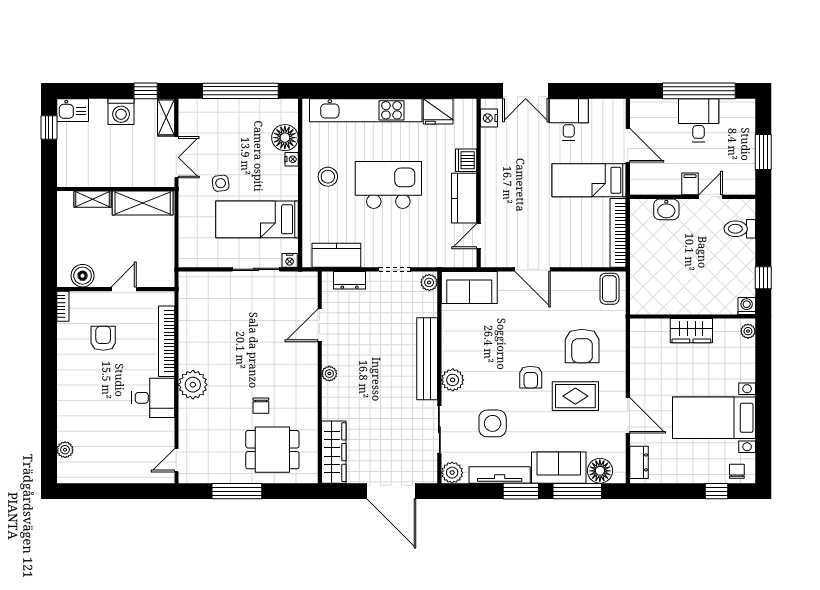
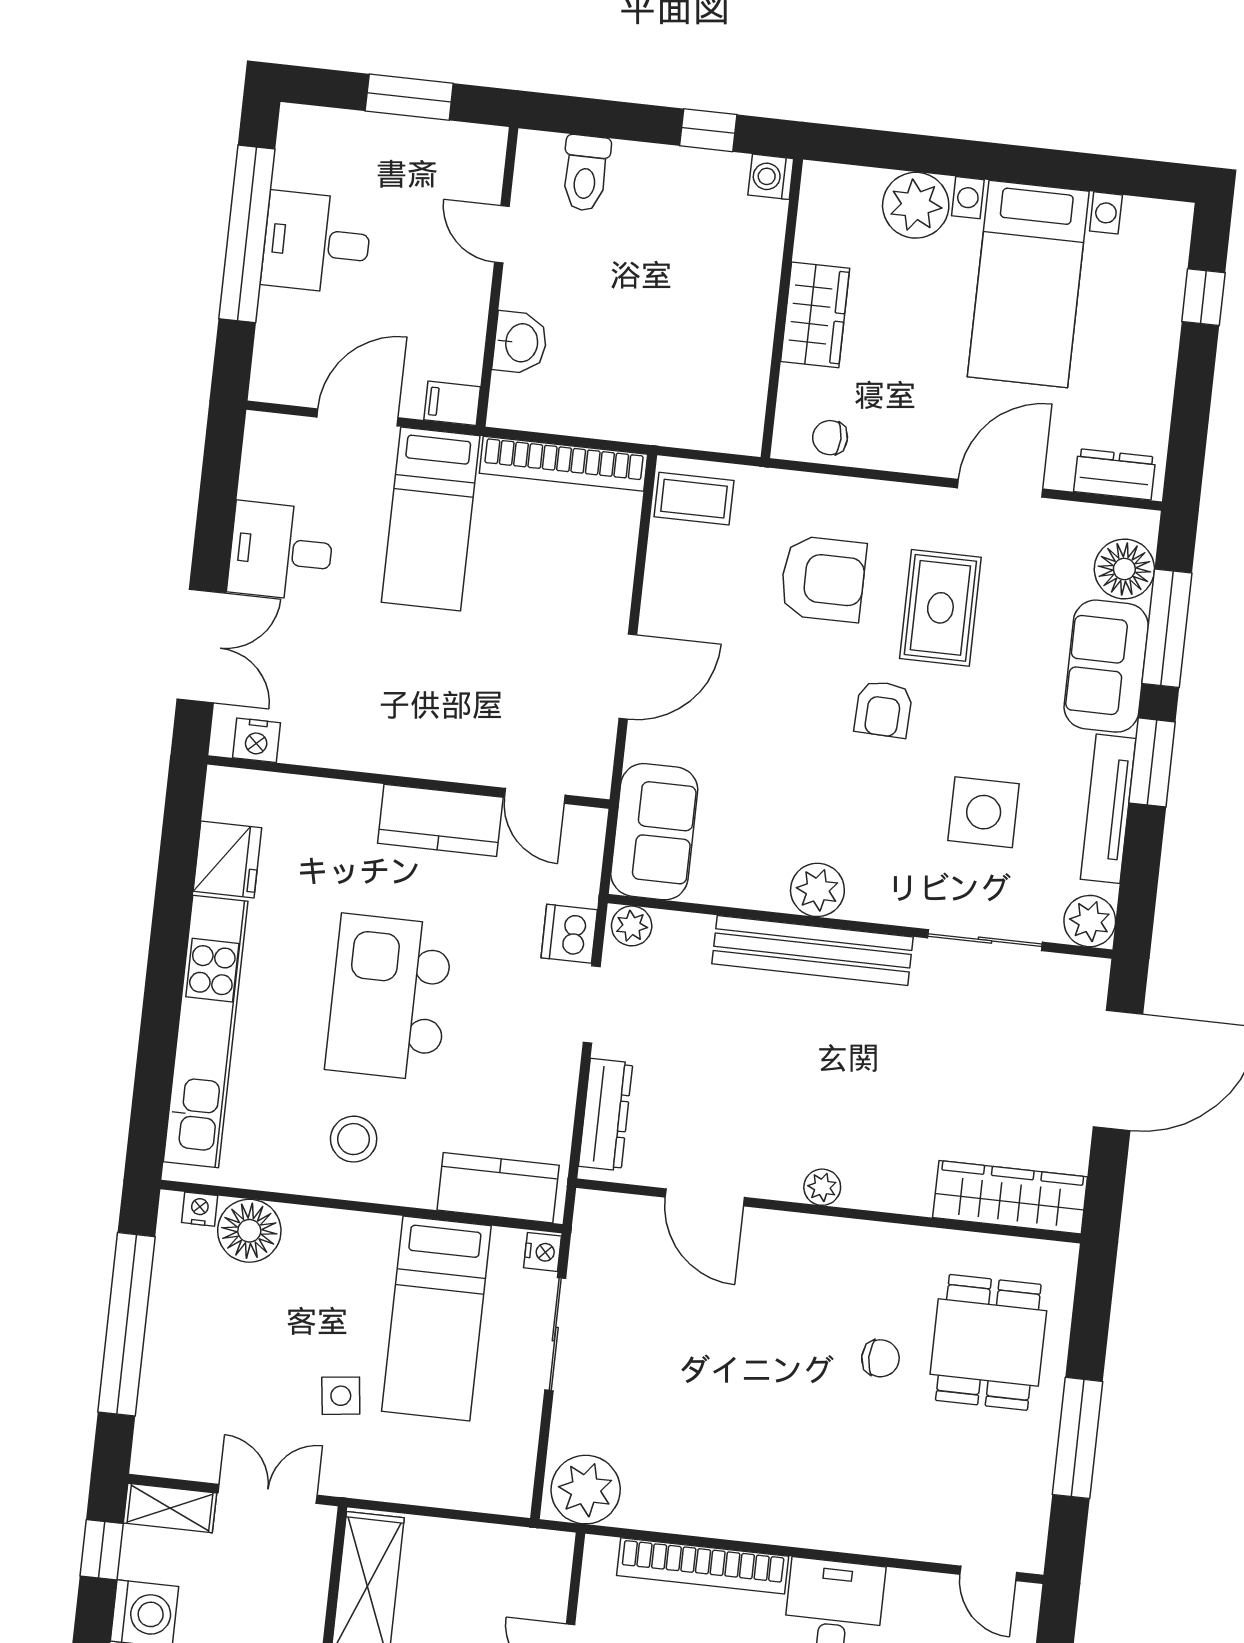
nightstand: (292, 159) -> (200, 1209), moved
dishwasher: (466, 160) -> (569, 934), moved, turned 90
filing cabinet: (690, 184) -> (452, 403), moved
kitchen counter: (336, 255) -> (498, 1188), moved, turned 90
dresser: (350, 280) -> (606, 1115), width x1.44
plant: (748, 331) -> (916, 205), moved, width x1.88, depth x1.88
armchair: (531, 377) -> (883, 709), turned 92
plant: (453, 380) -> (817, 890), moved
plant: (193, 385) -> (586, 1490), moved
chair: (737, 471) -> (830, 438), moved

